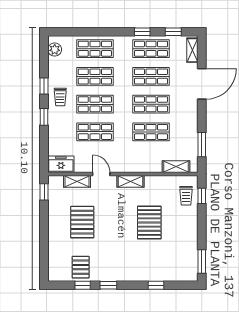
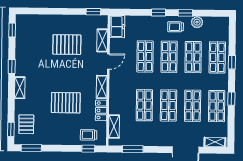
window: (173, 32) -> (232, 62), moved
plant: (55, 50) -> (197, 22), moved
locker: (158, 182) -> (101, 110), added
pallet: (81, 267) -> (26, 124), moved, turned 90
shelving: (133, 276) -> (20, 88), added
window: (83, 285) -> (12, 30), moved
window: (156, 285) -> (11, 129), moved

